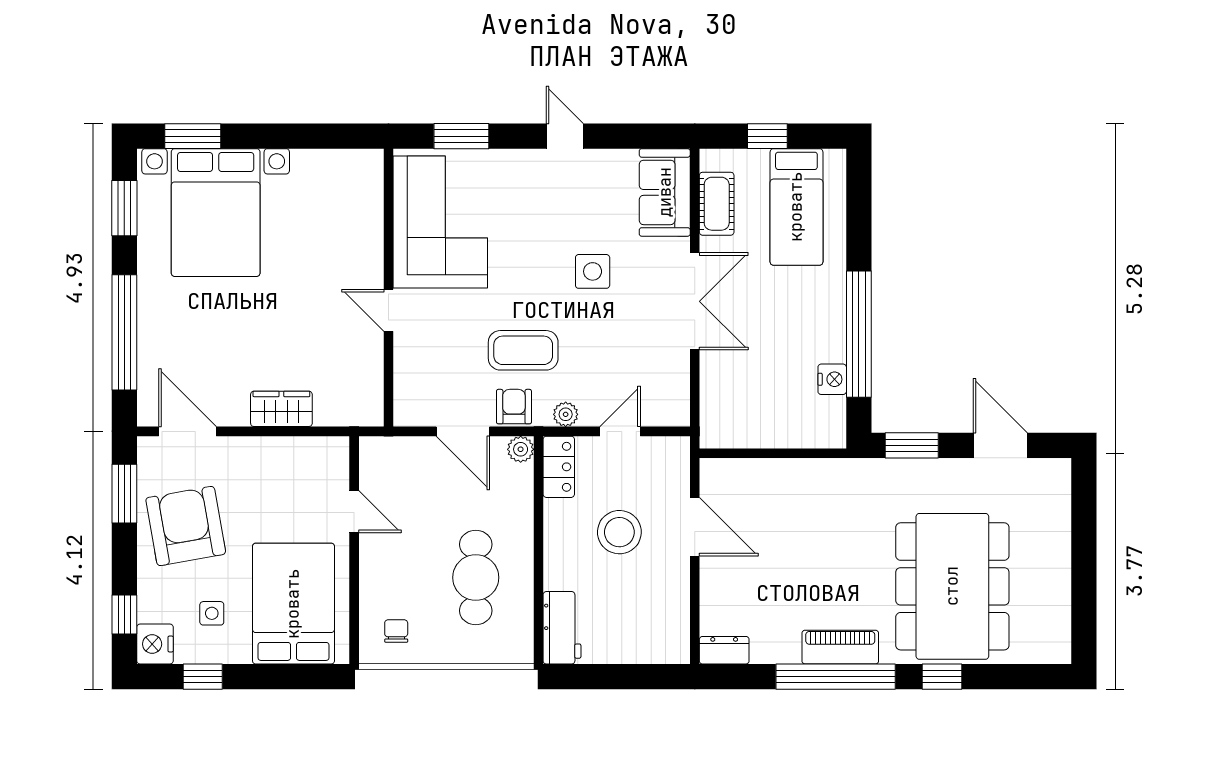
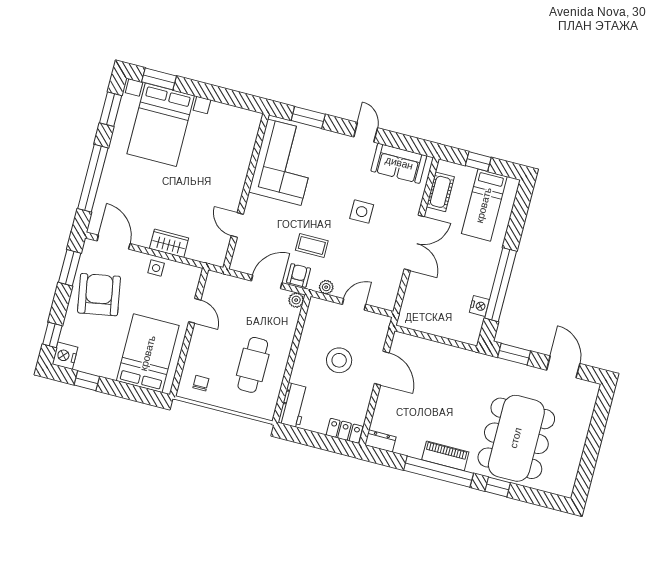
sofa: (665, 192) -> (399, 163), moved, turned -90
door: (389, 310) -> (237, 225), moved
coffee table: (523, 350) -> (312, 245), width x0.73, depth x0.77
door: (463, 431) -> (267, 282), swing flipped
locker: (559, 467) -> (345, 431), moved, turned -90
side table: (212, 613) -> (156, 268), moved

